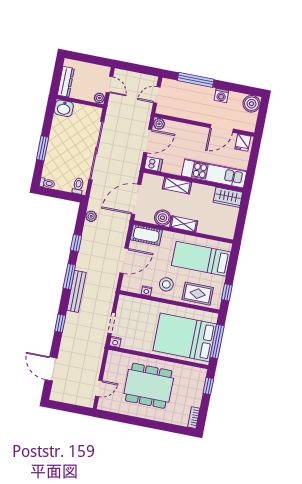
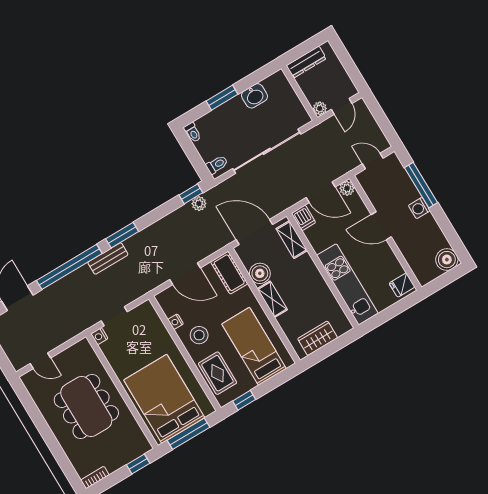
washing machine: (221, 96) -> (419, 208), moved
washbasin: (64, 108) -> (254, 96), moved, turned -90
door: (222, 128) -> (381, 226), moved
shelving: (177, 185) -> (292, 240), moved
wardrobe: (228, 197) -> (318, 338), moved, turned 90
window: (76, 243) -> (191, 194), moved
bench: (76, 291) -> (108, 259), width x0.73
window: (60, 323) -> (69, 267), width x3.17

